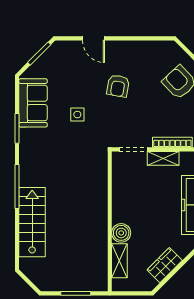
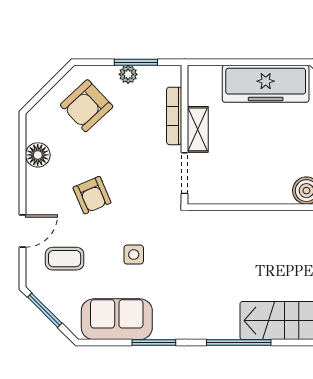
floor lamp: (146, 49) -> (38, 155), added
coffee table: (75, 67) -> (65, 259), added
armchair: (118, 86) -> (92, 195), turned 57

